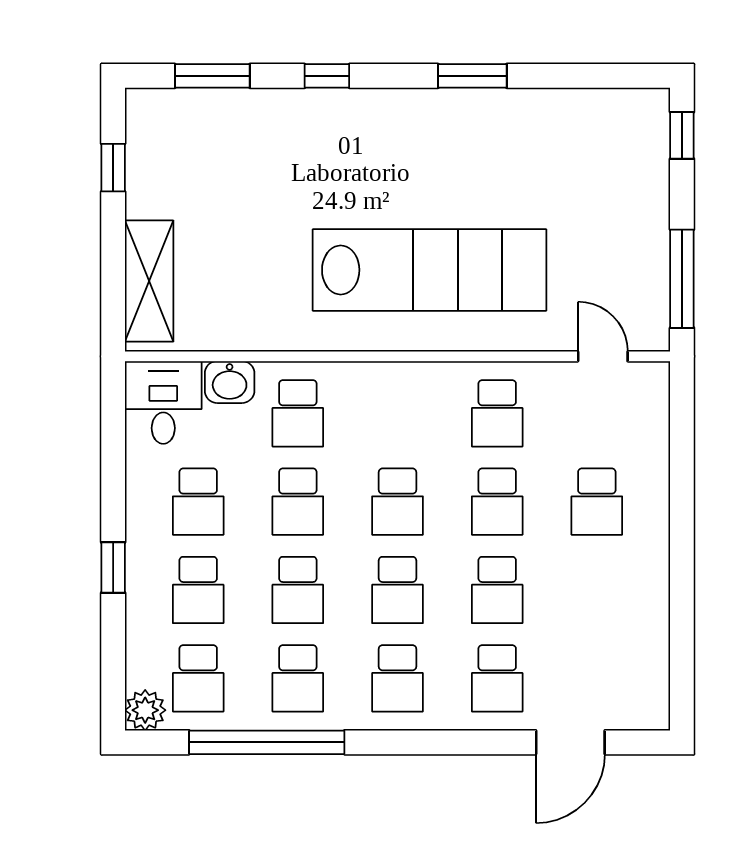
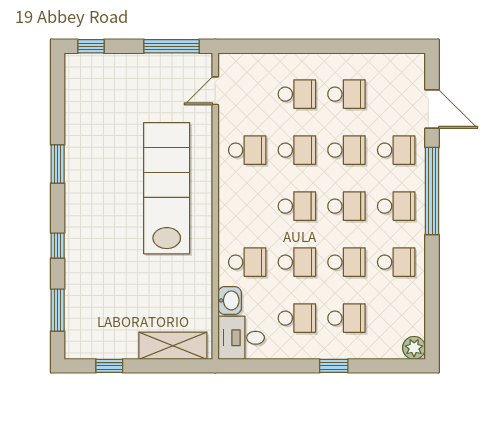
school desk: (198, 678) -> (346, 94), moved
window: (267, 742) -> (432, 191), moved

